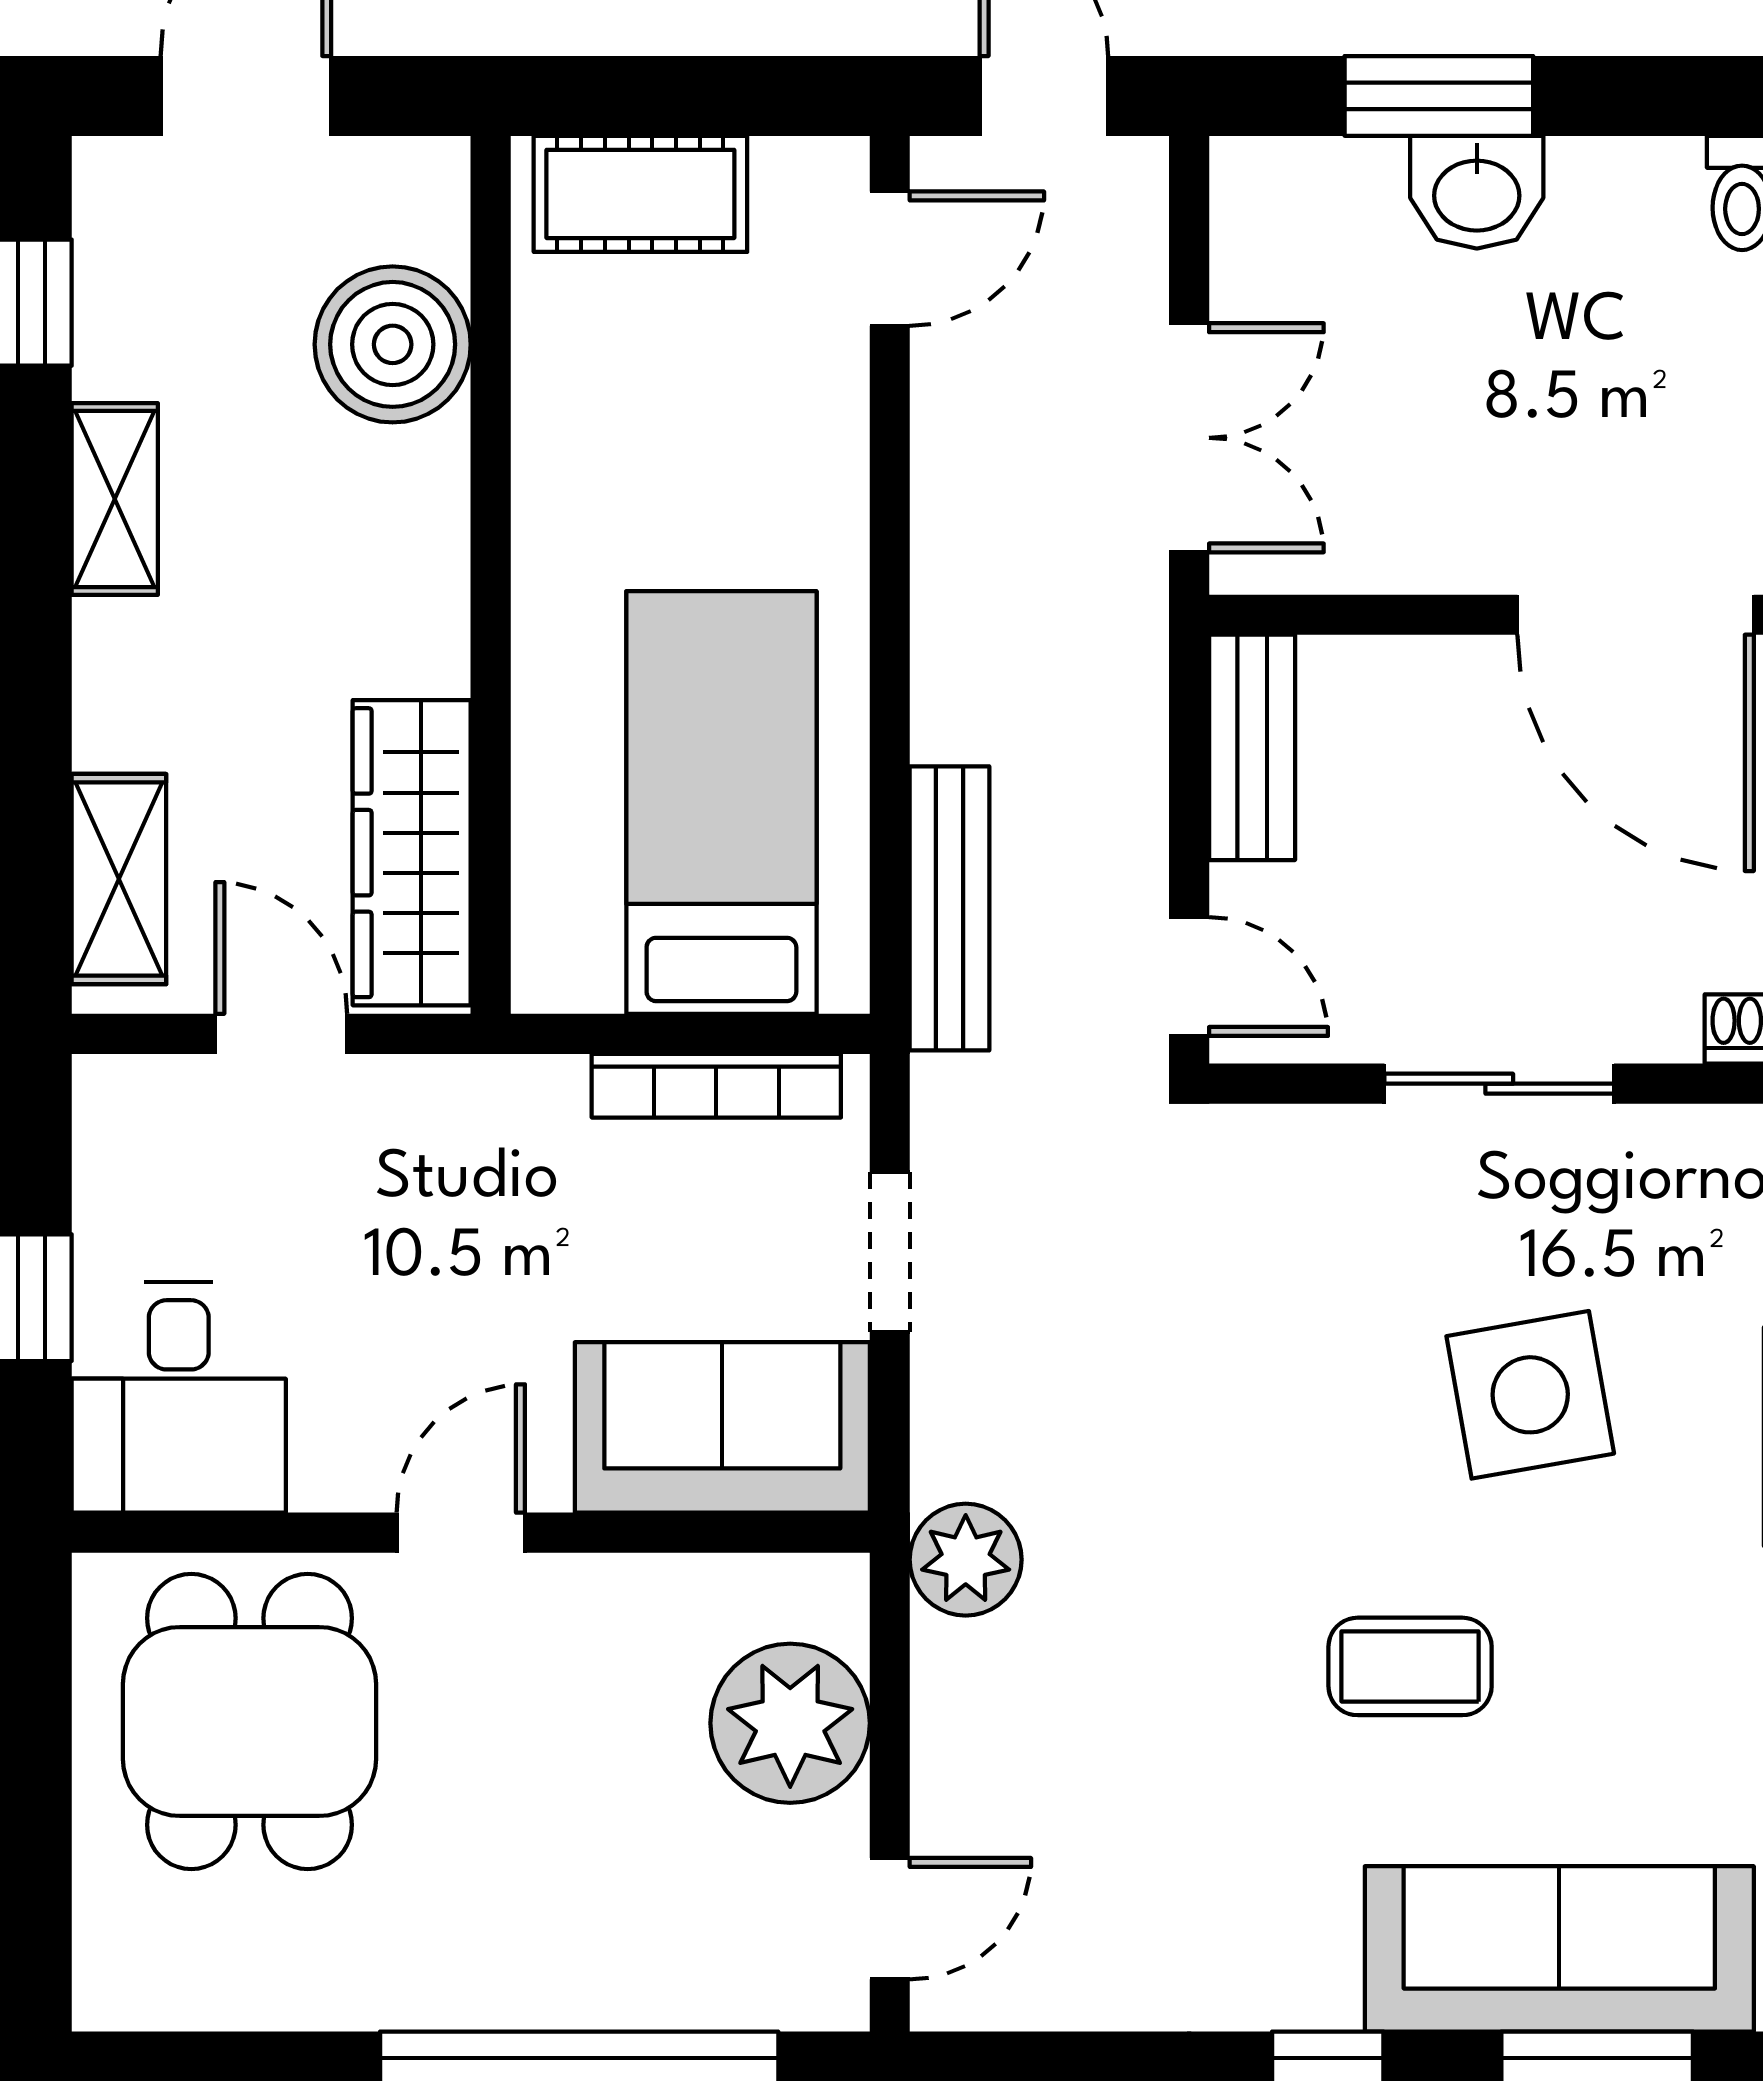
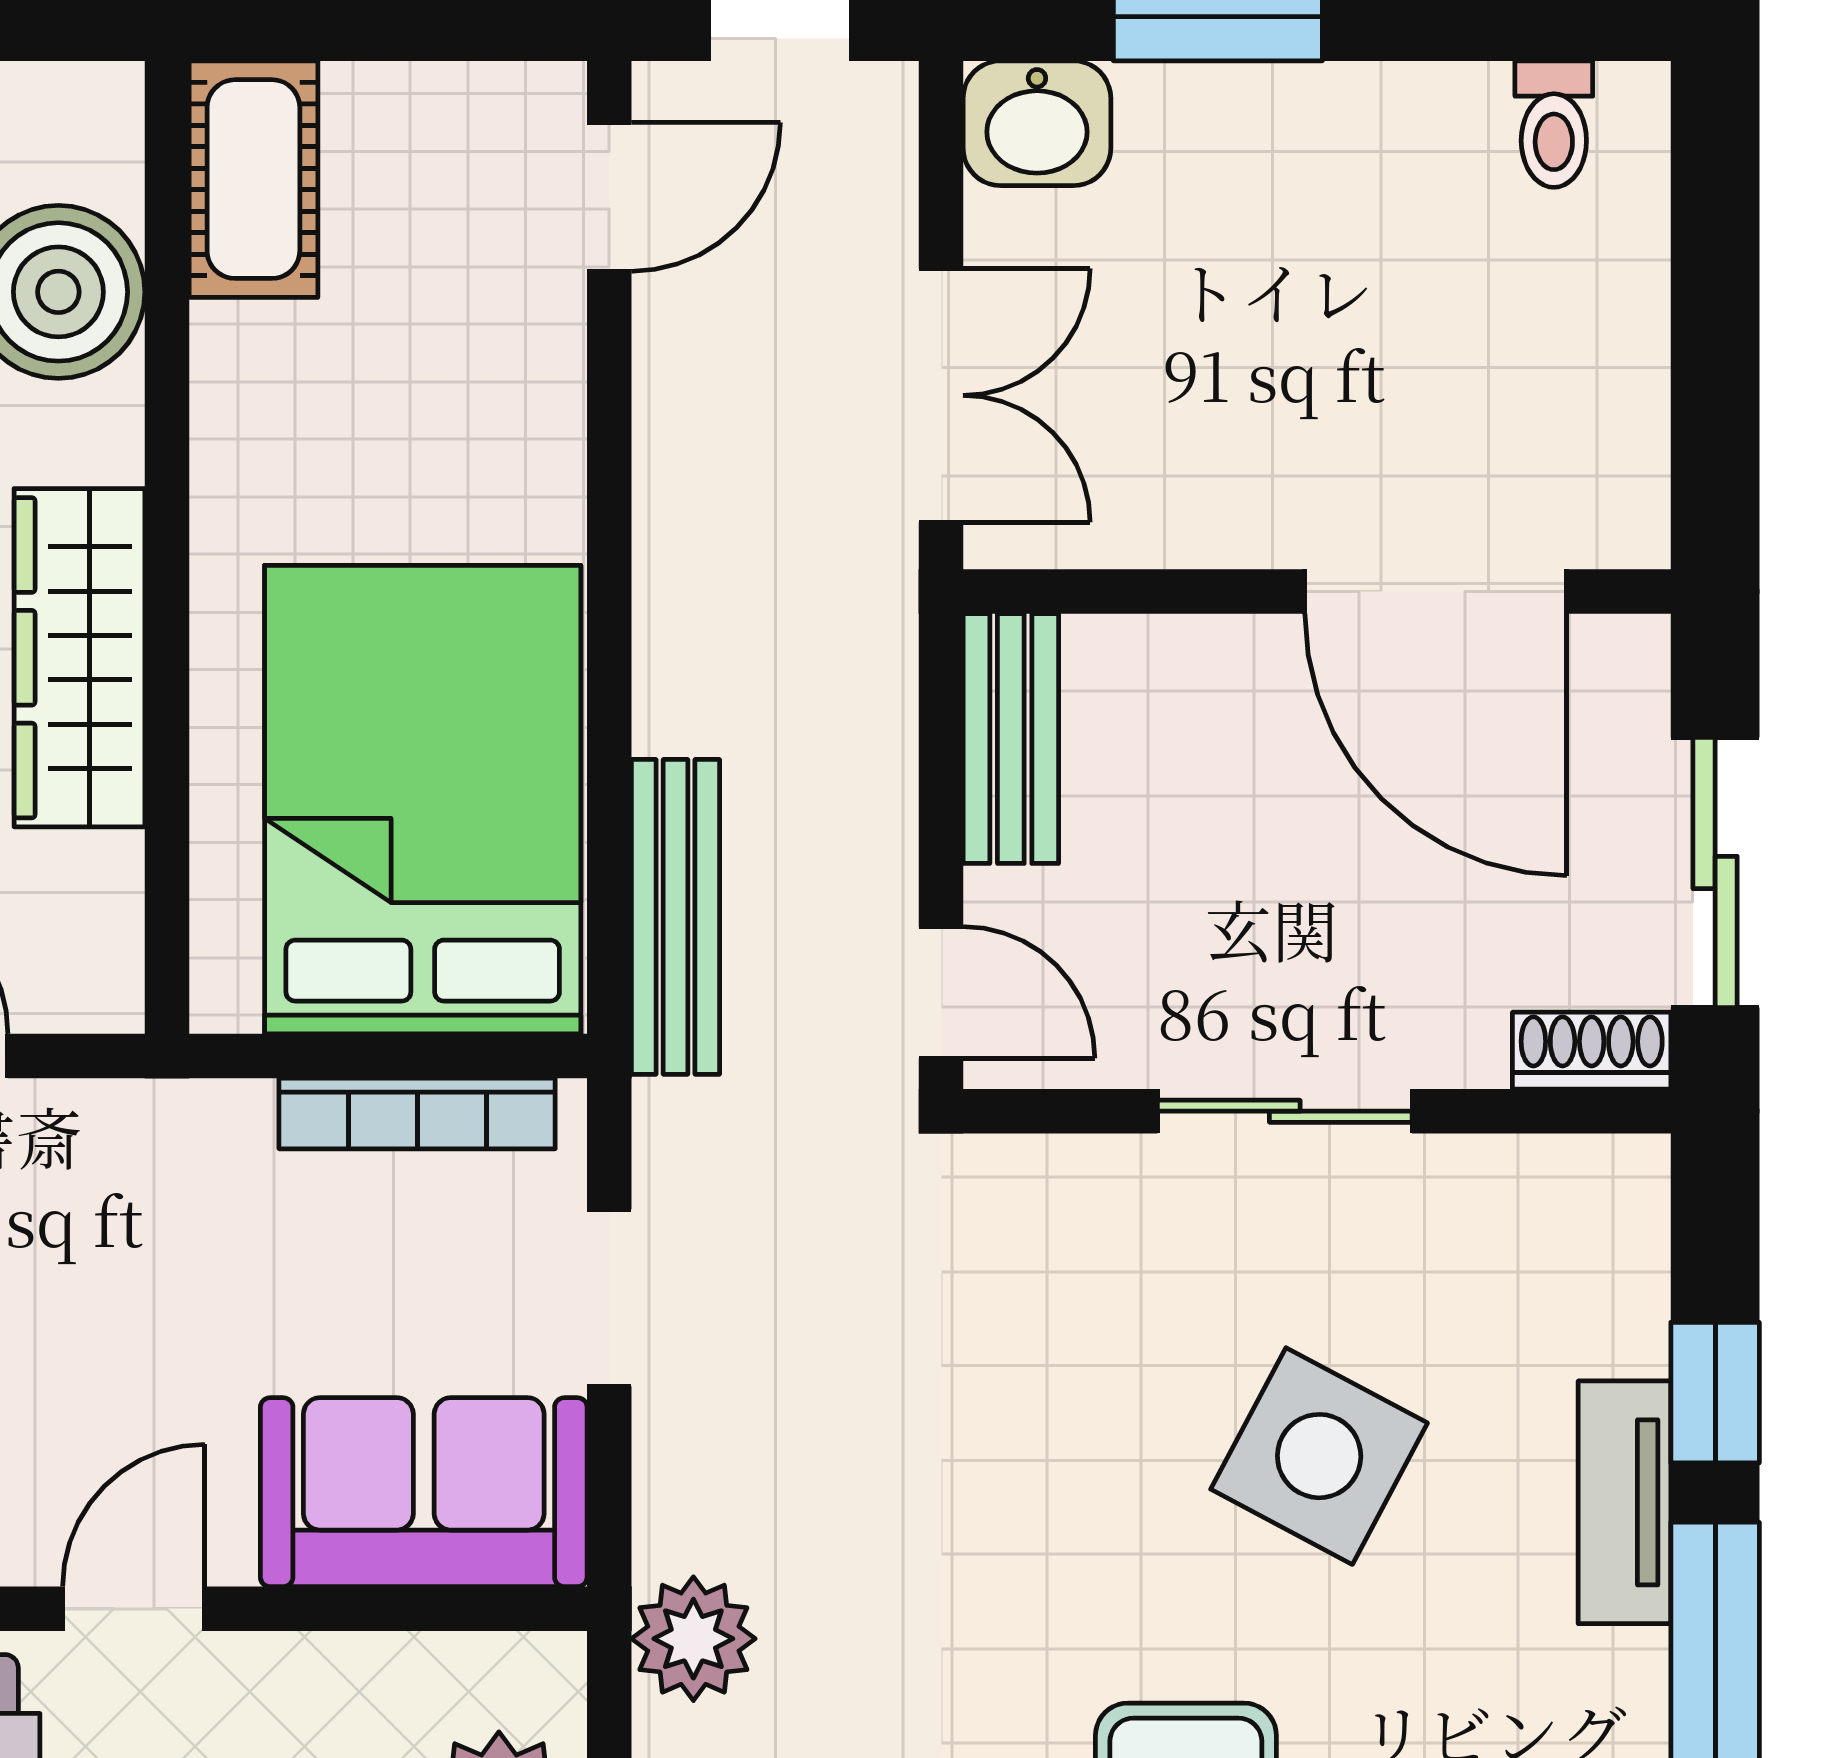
washbasin: (1477, 192) -> (1037, 123), moved
cot: (640, 194) -> (253, 179), moved, turned 90
bed: (721, 802) -> (423, 800), width x1.50
wardrobe: (412, 853) -> (80, 658), moved
side table: (1530, 1395) -> (1319, 1456), turned 38

